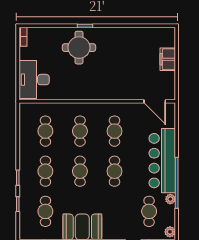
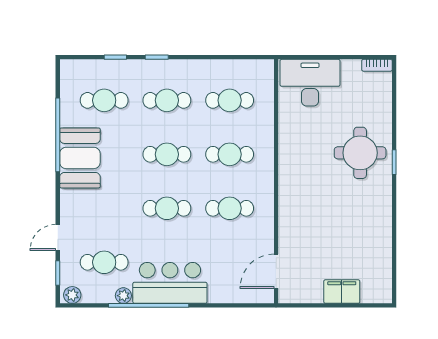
bar counter: (162, 161) -> (170, 283), width x0.73

